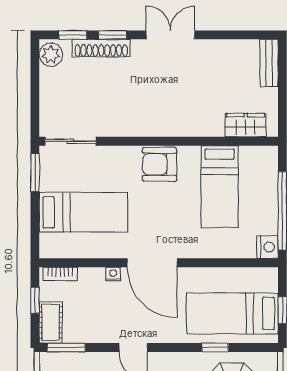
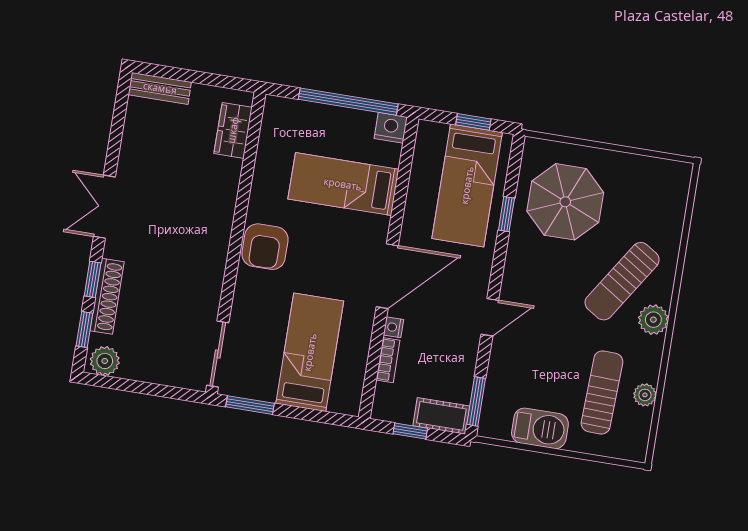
bed: (220, 187) -> (343, 184), moved, turned 180
bookcase: (60, 274) -> (388, 360), moved

